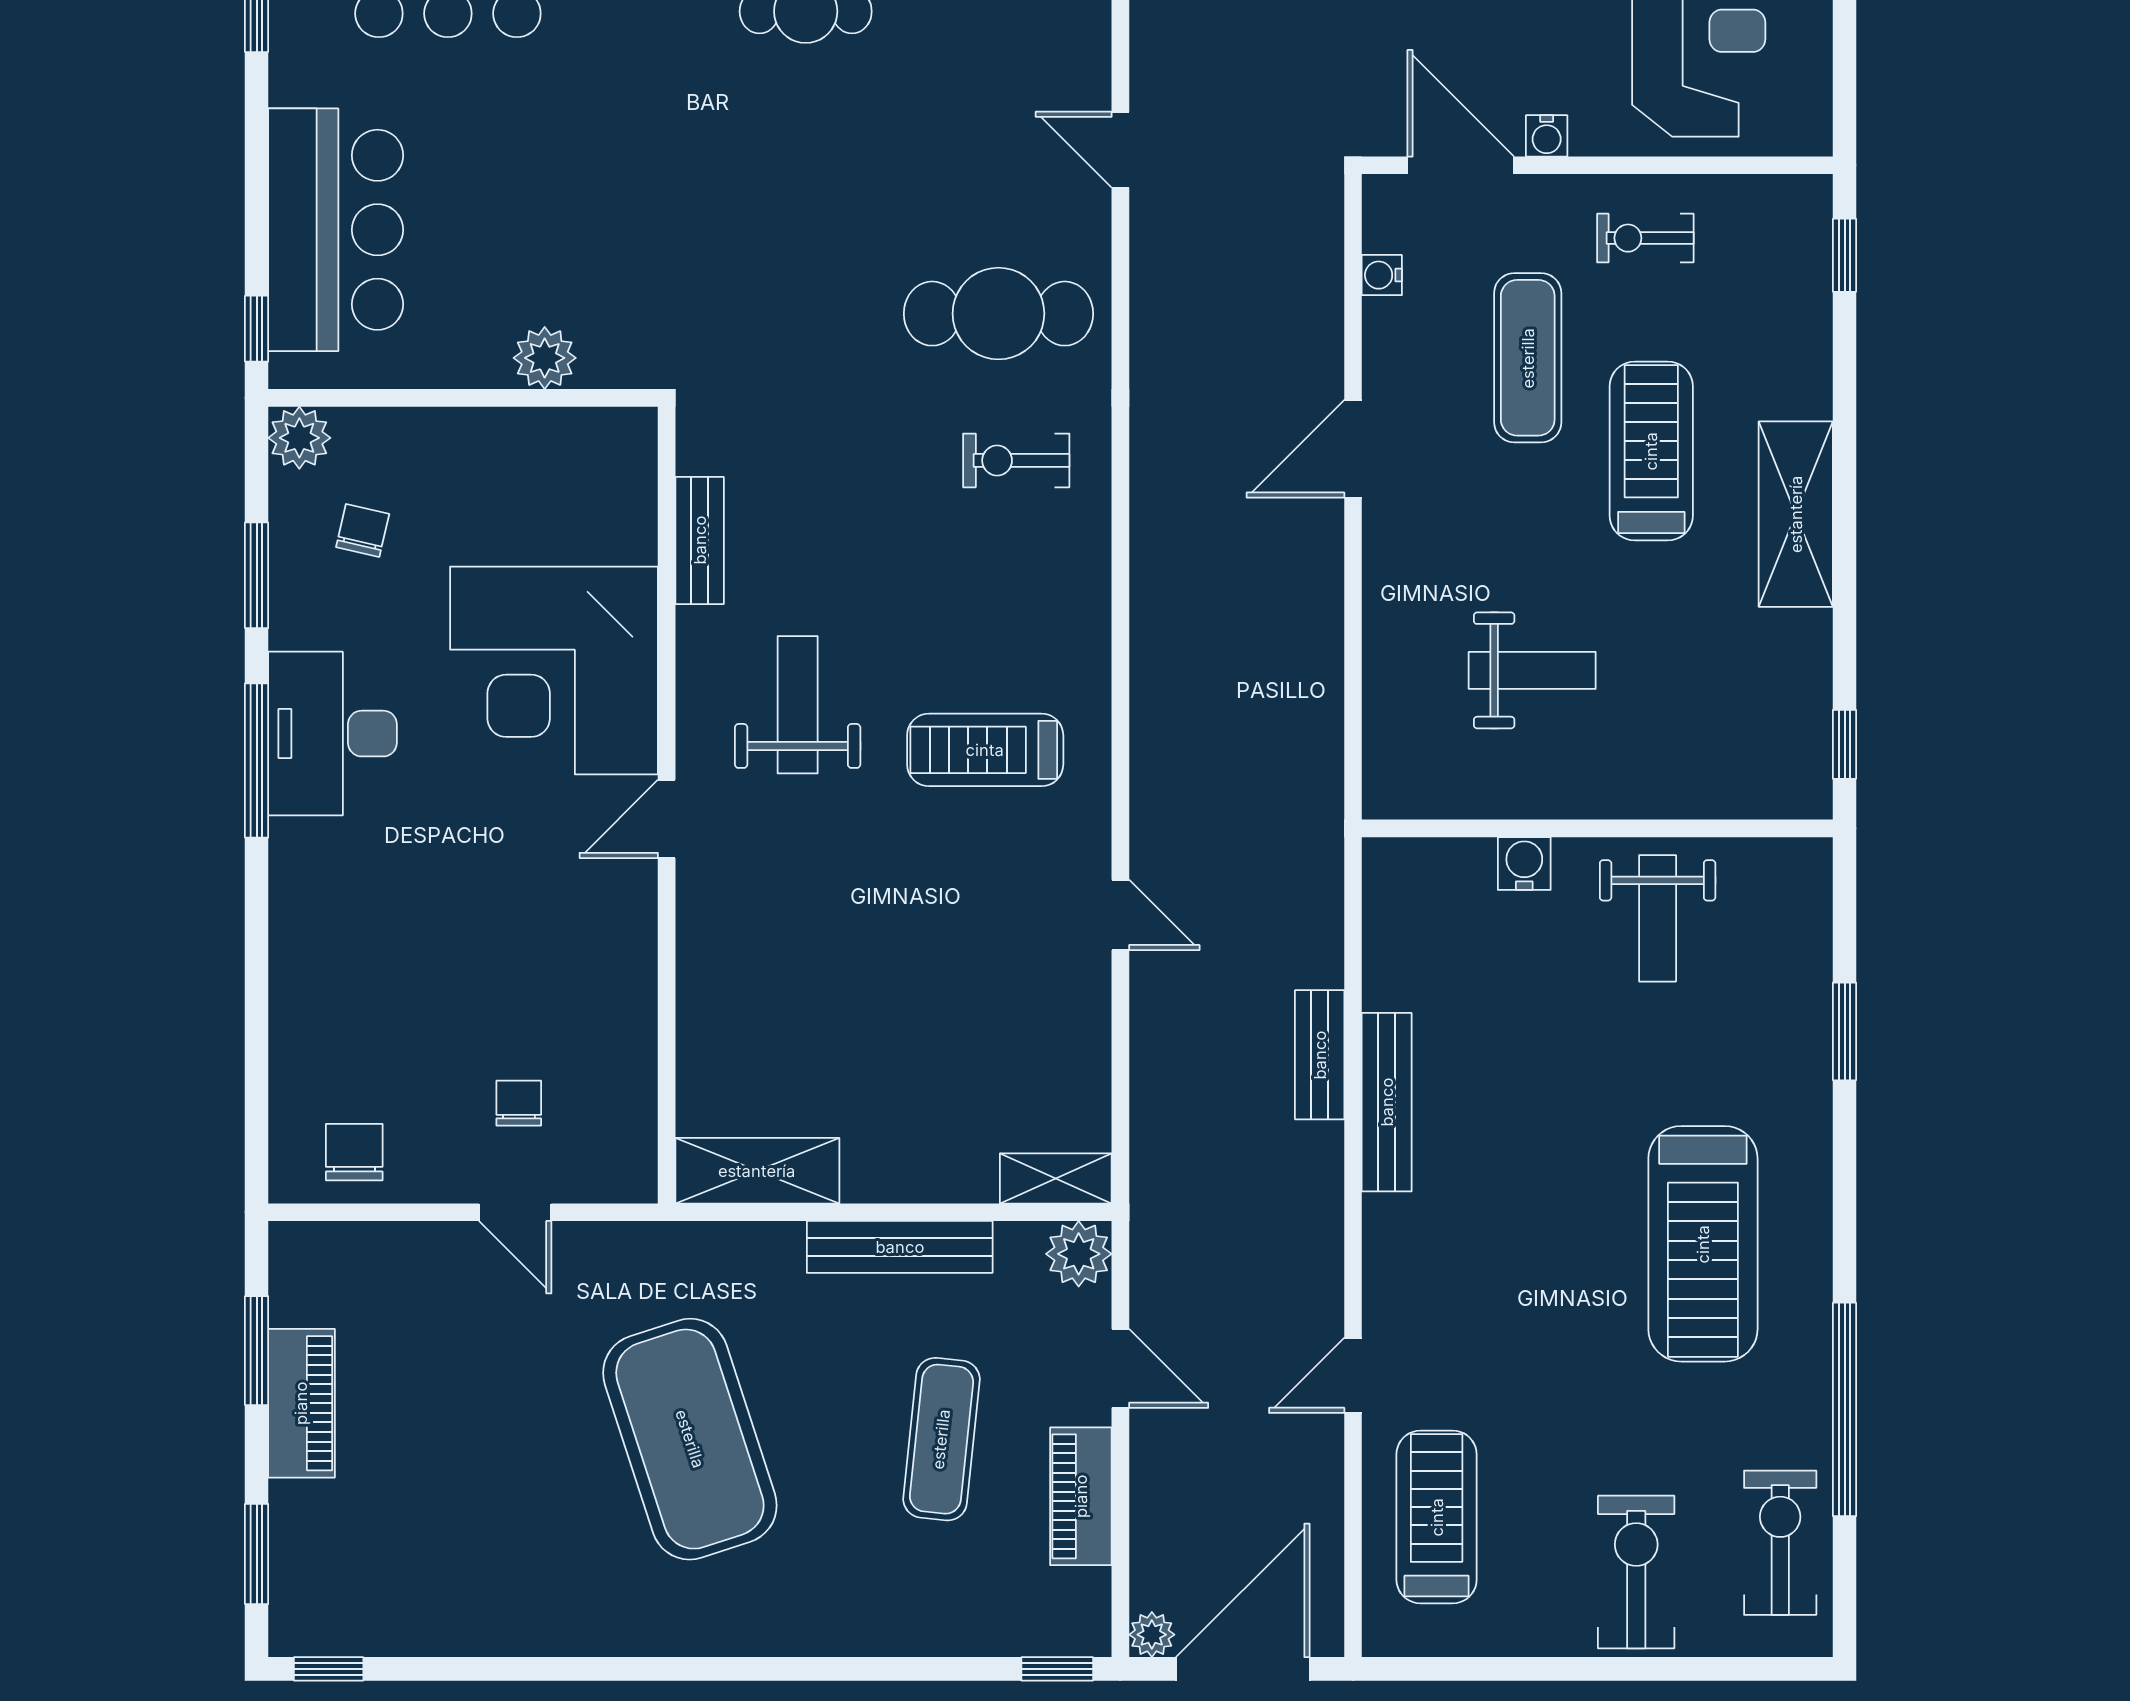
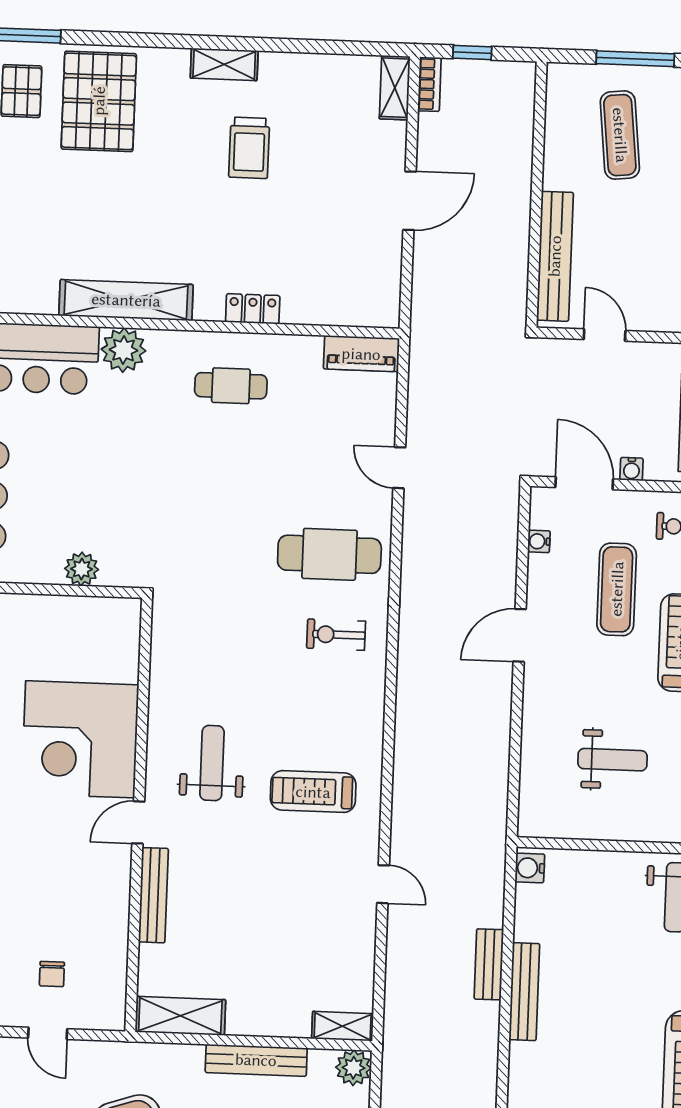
bench: (700, 540) -> (153, 895), moved, width x1.36
water cooler: (1524, 864) -> (530, 868), moved, turned -90
chair: (519, 1103) -> (52, 974), turned 180

